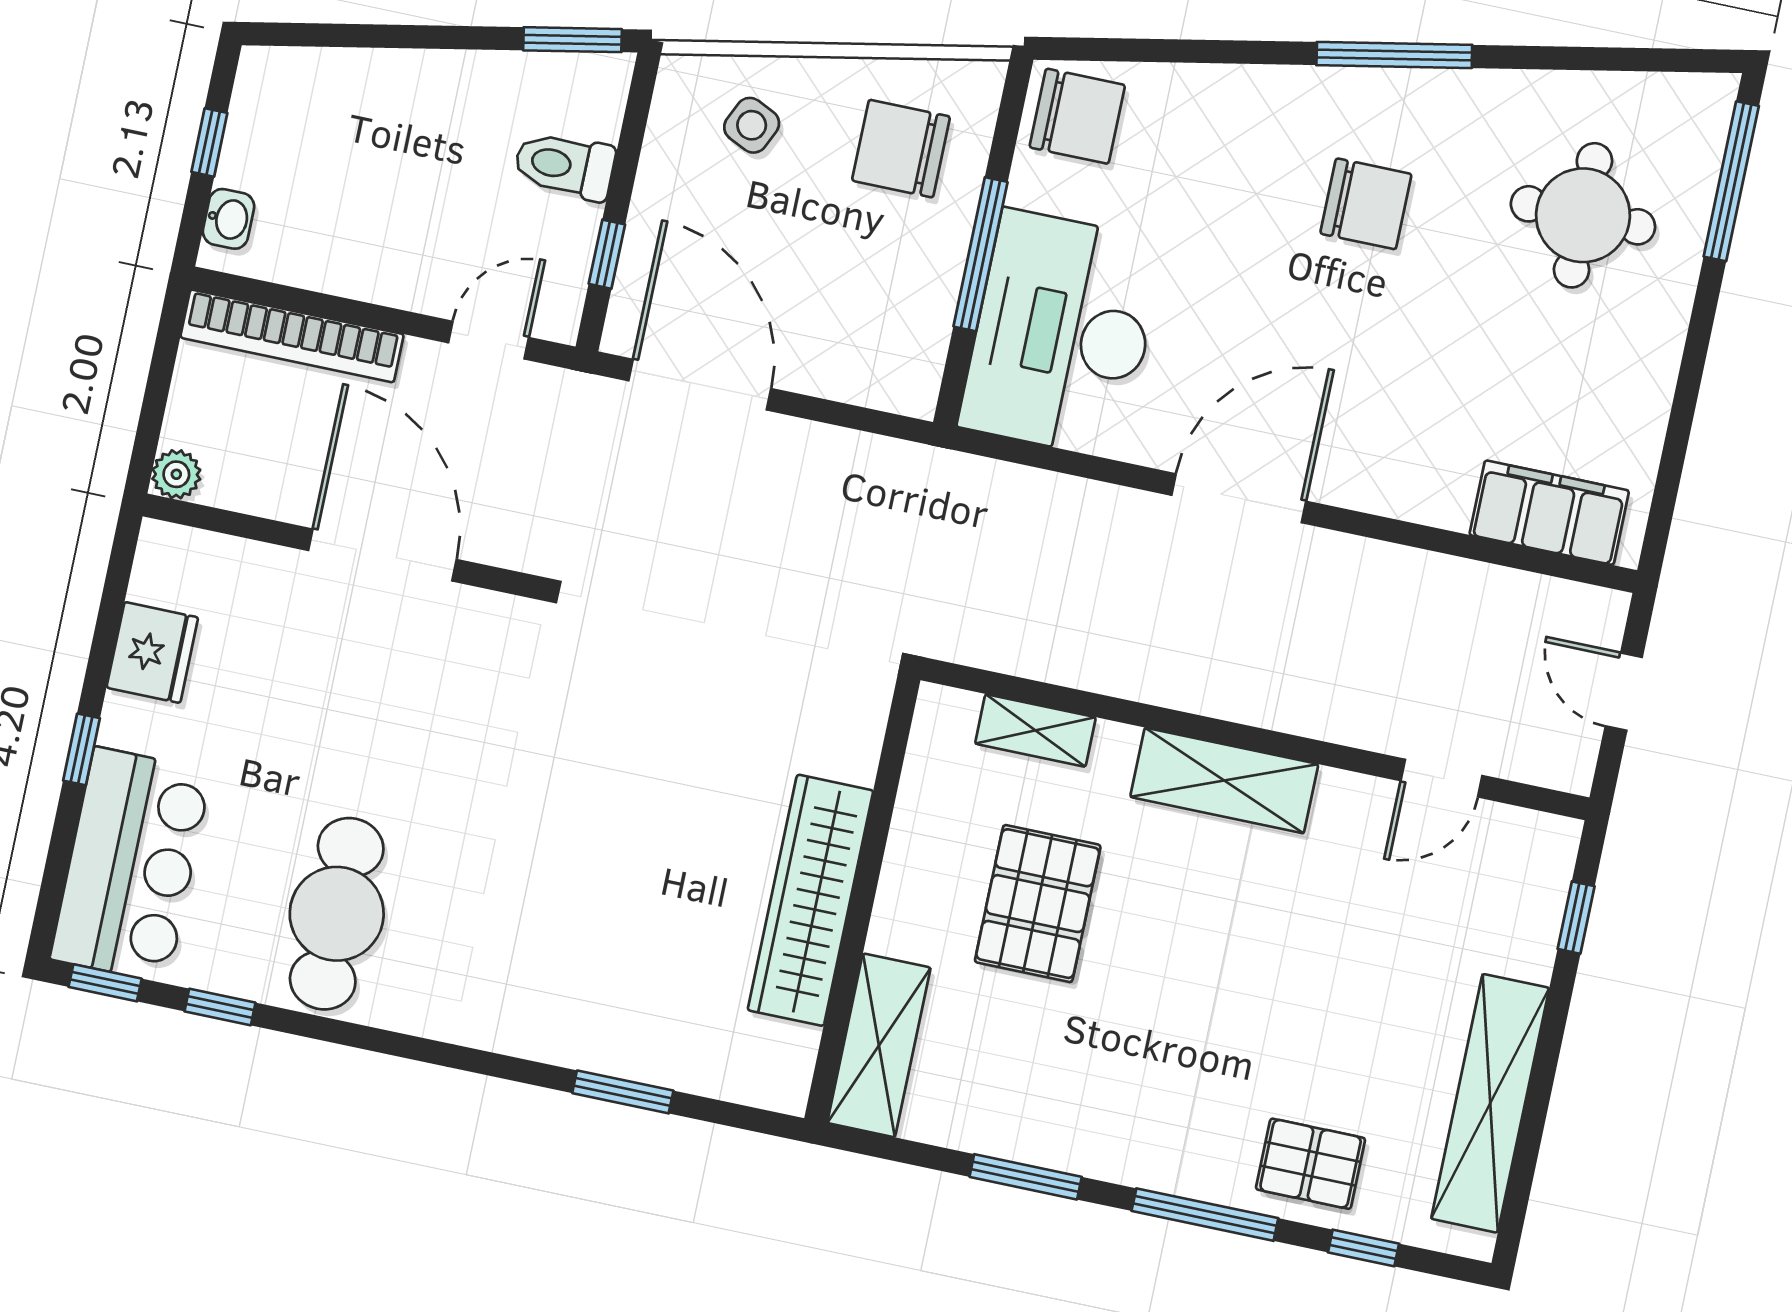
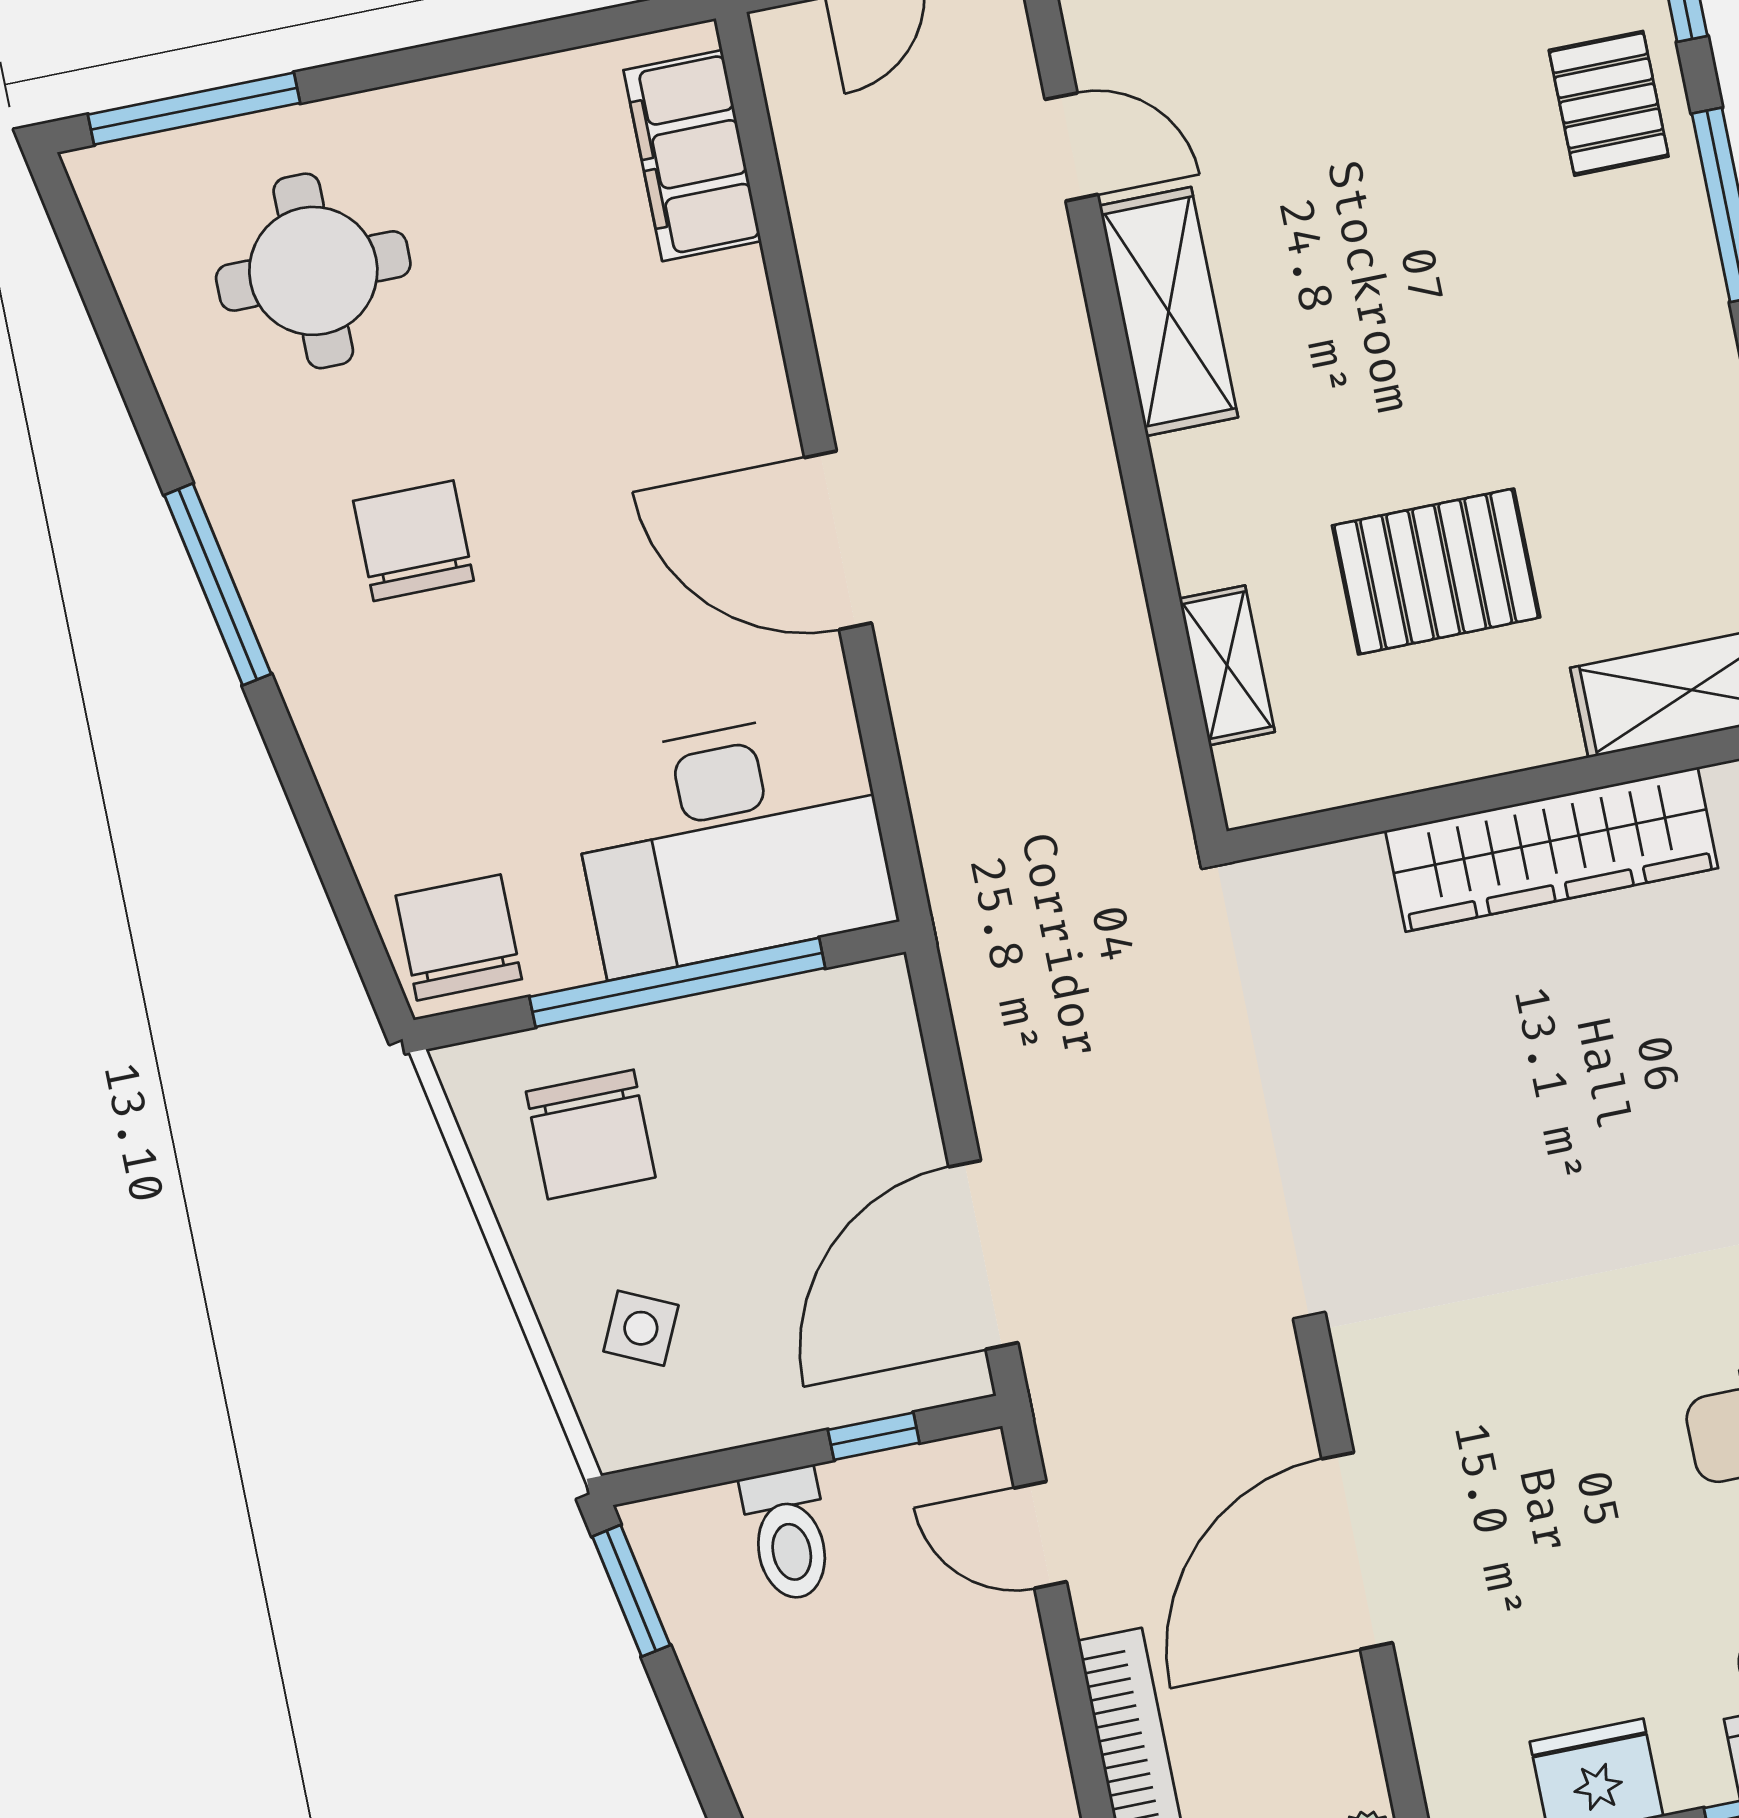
window: (980, 254) -> (677, 982), width x1.46
shelving: (1224, 781) -> (1169, 312), moved

